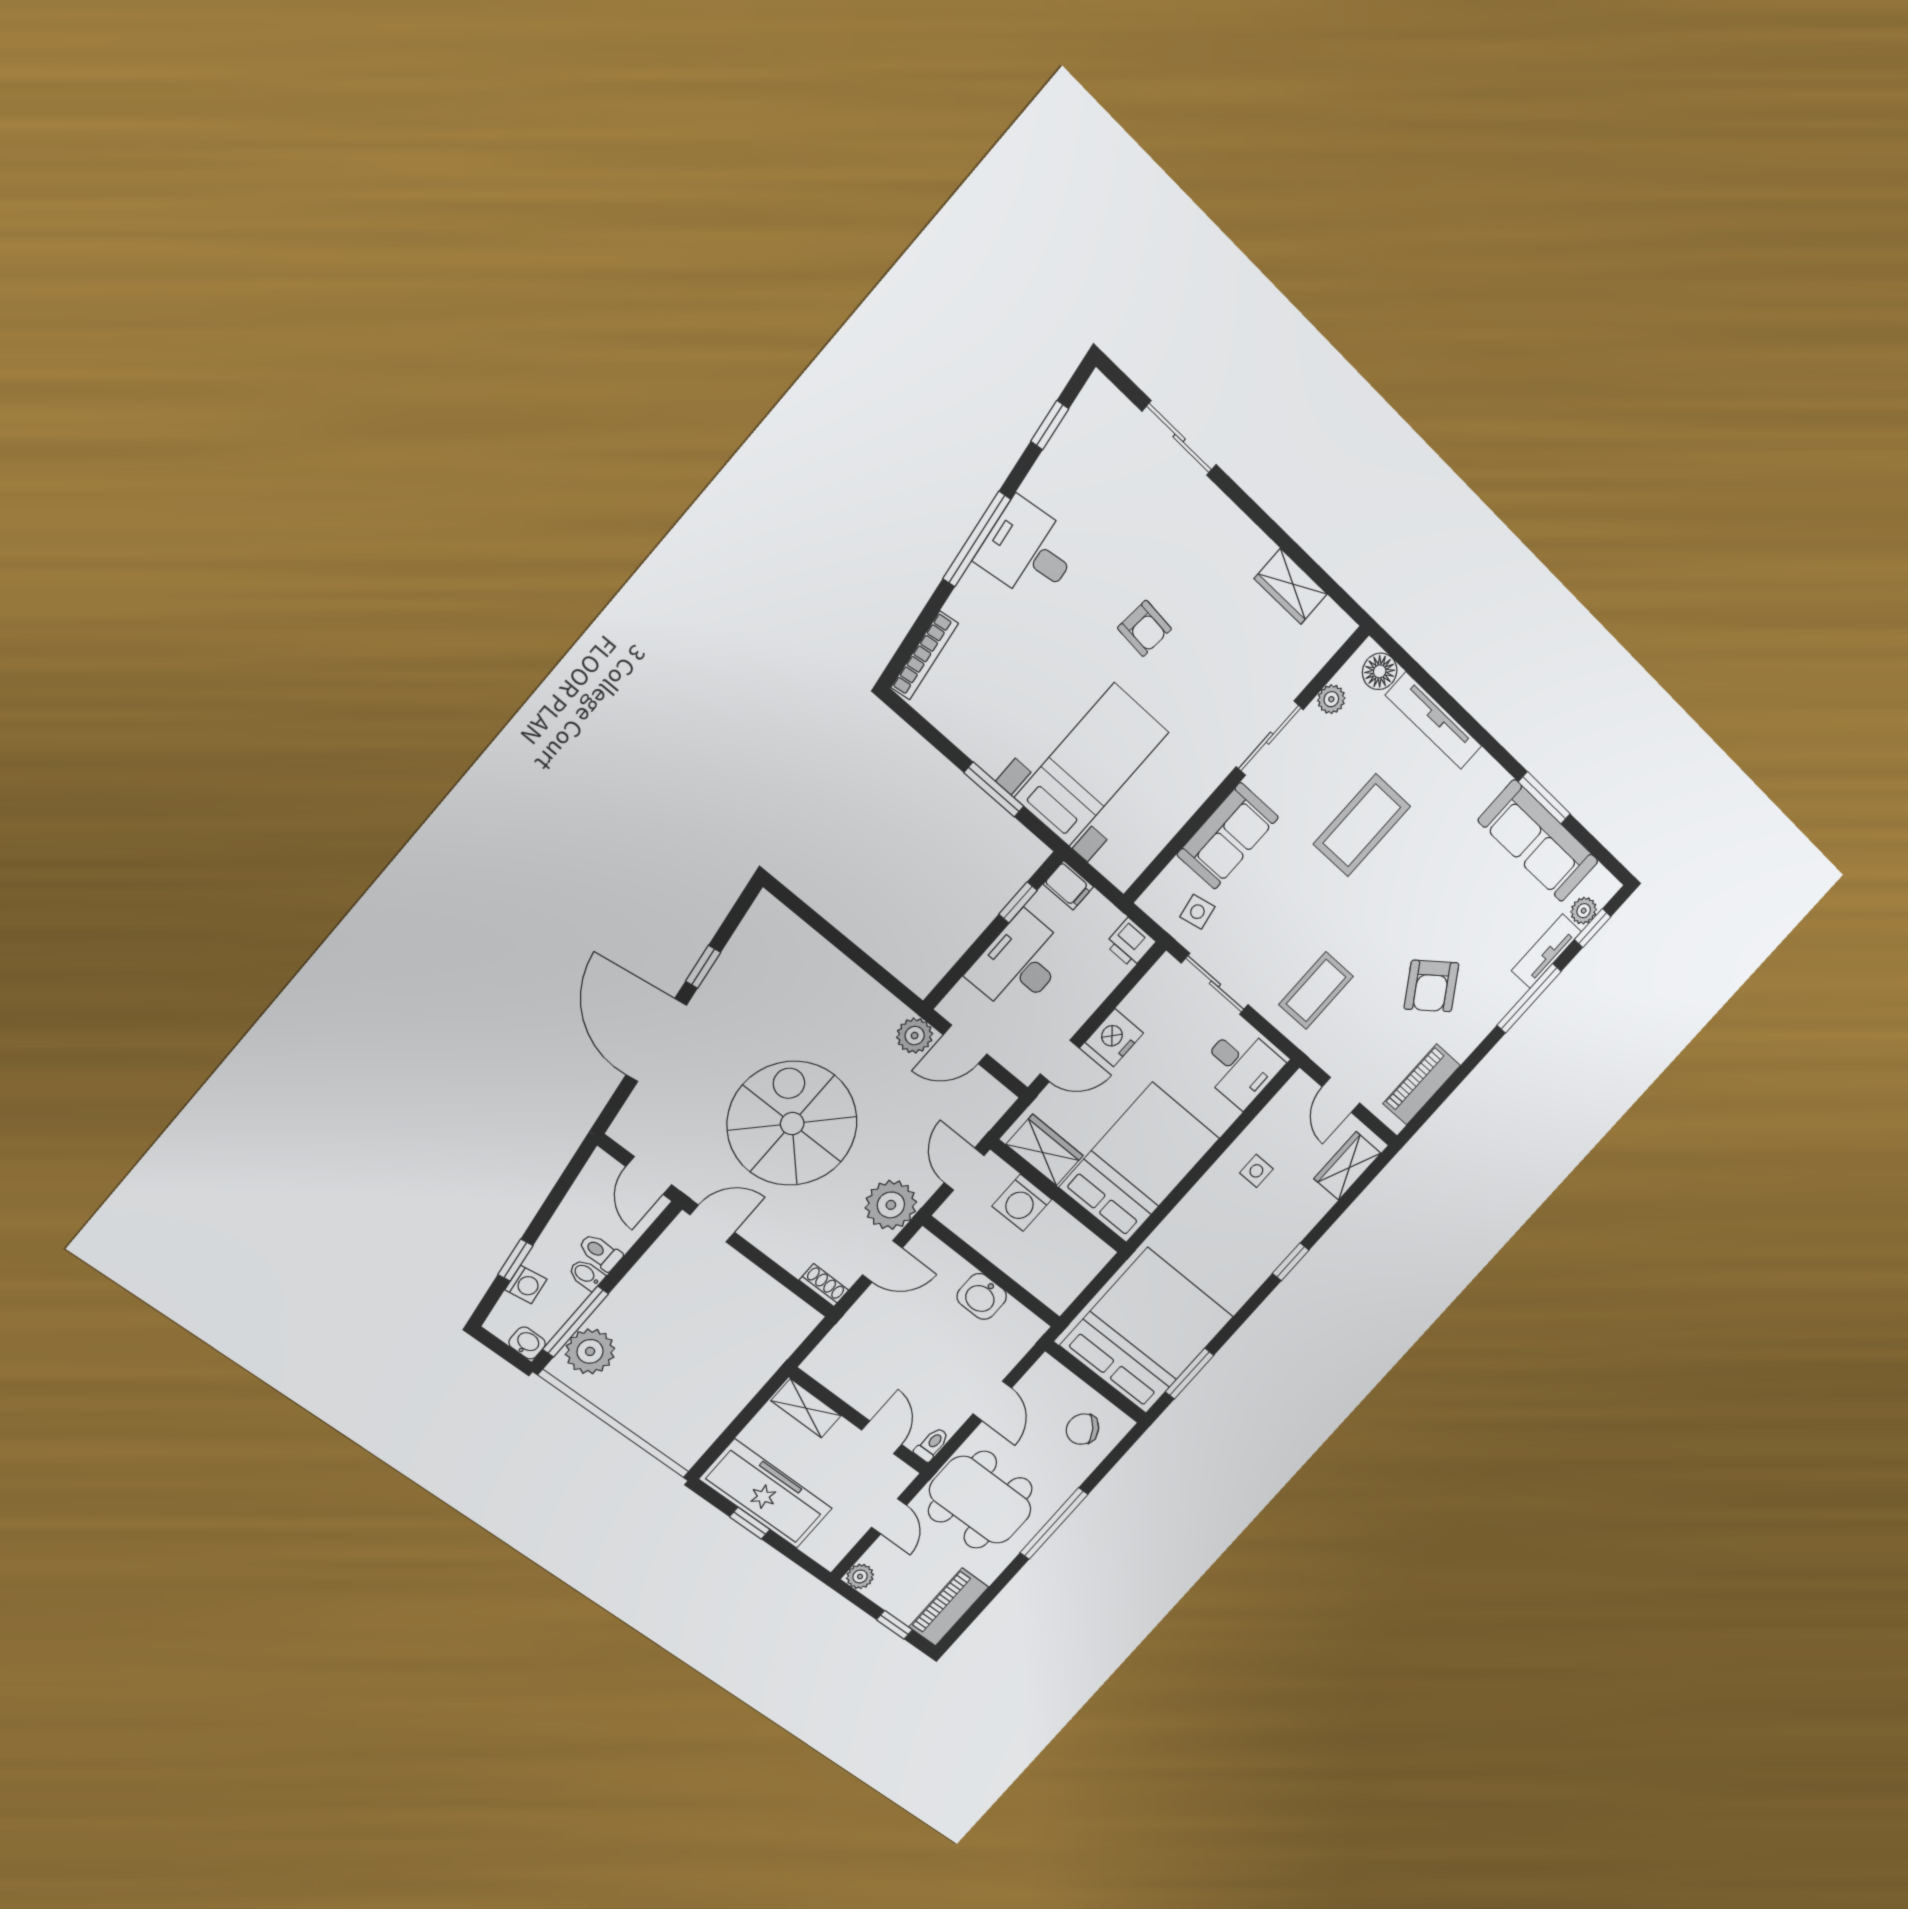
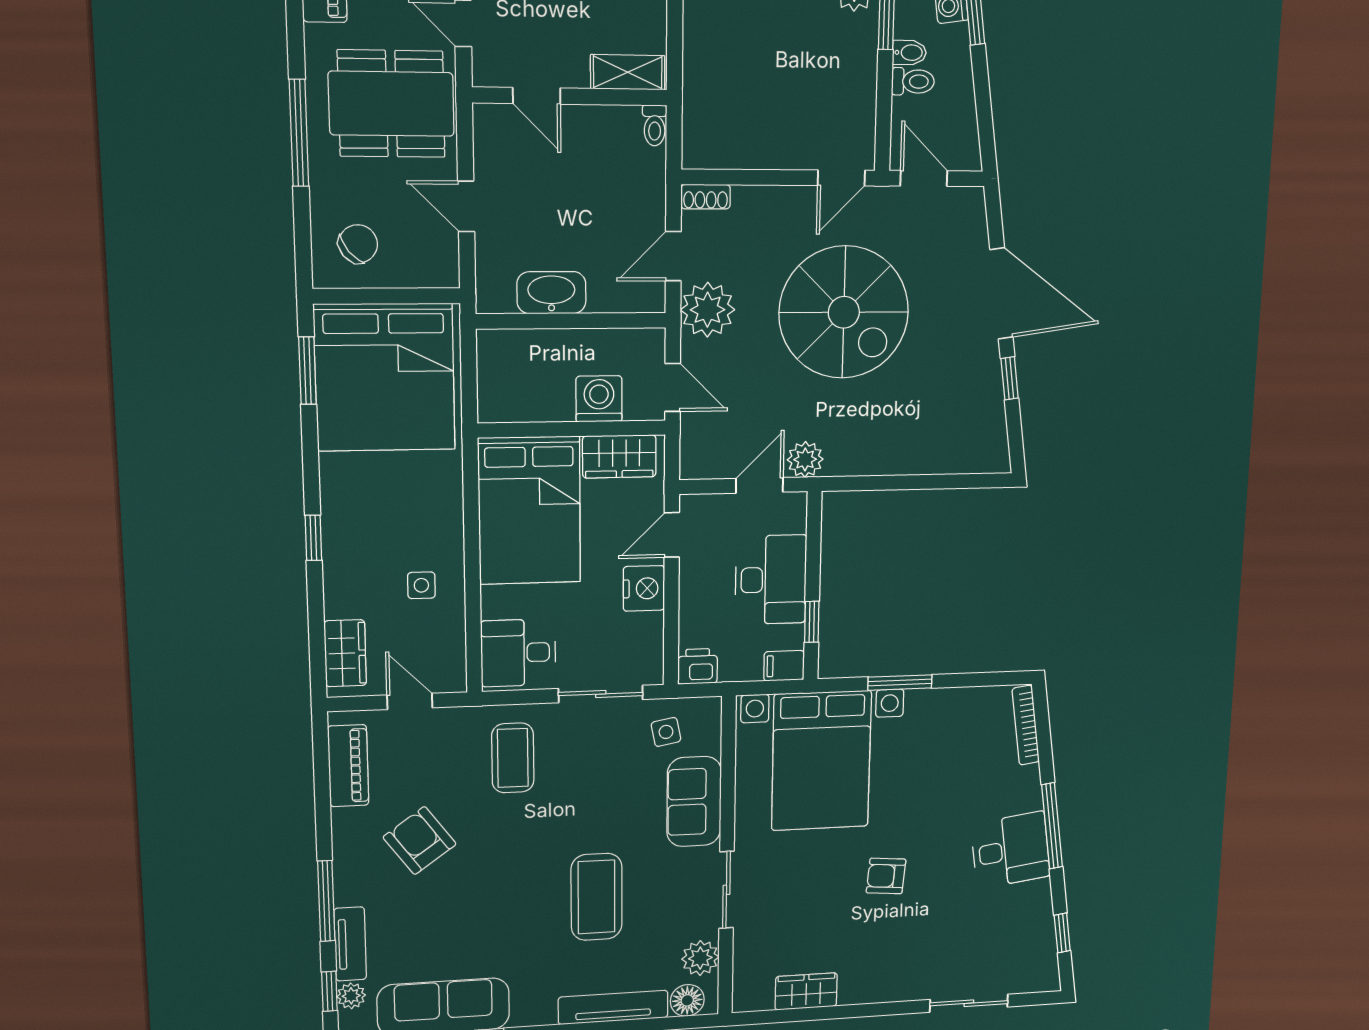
plant: (1331, 699) -> (700, 958), width x1.38, depth x1.38
bed with nightstands: (1092, 765) -> (821, 761), width x1.36
washbasin: (982, 1296) -> (551, 293), width x1.38
toilet: (932, 1444) -> (655, 125), moved

